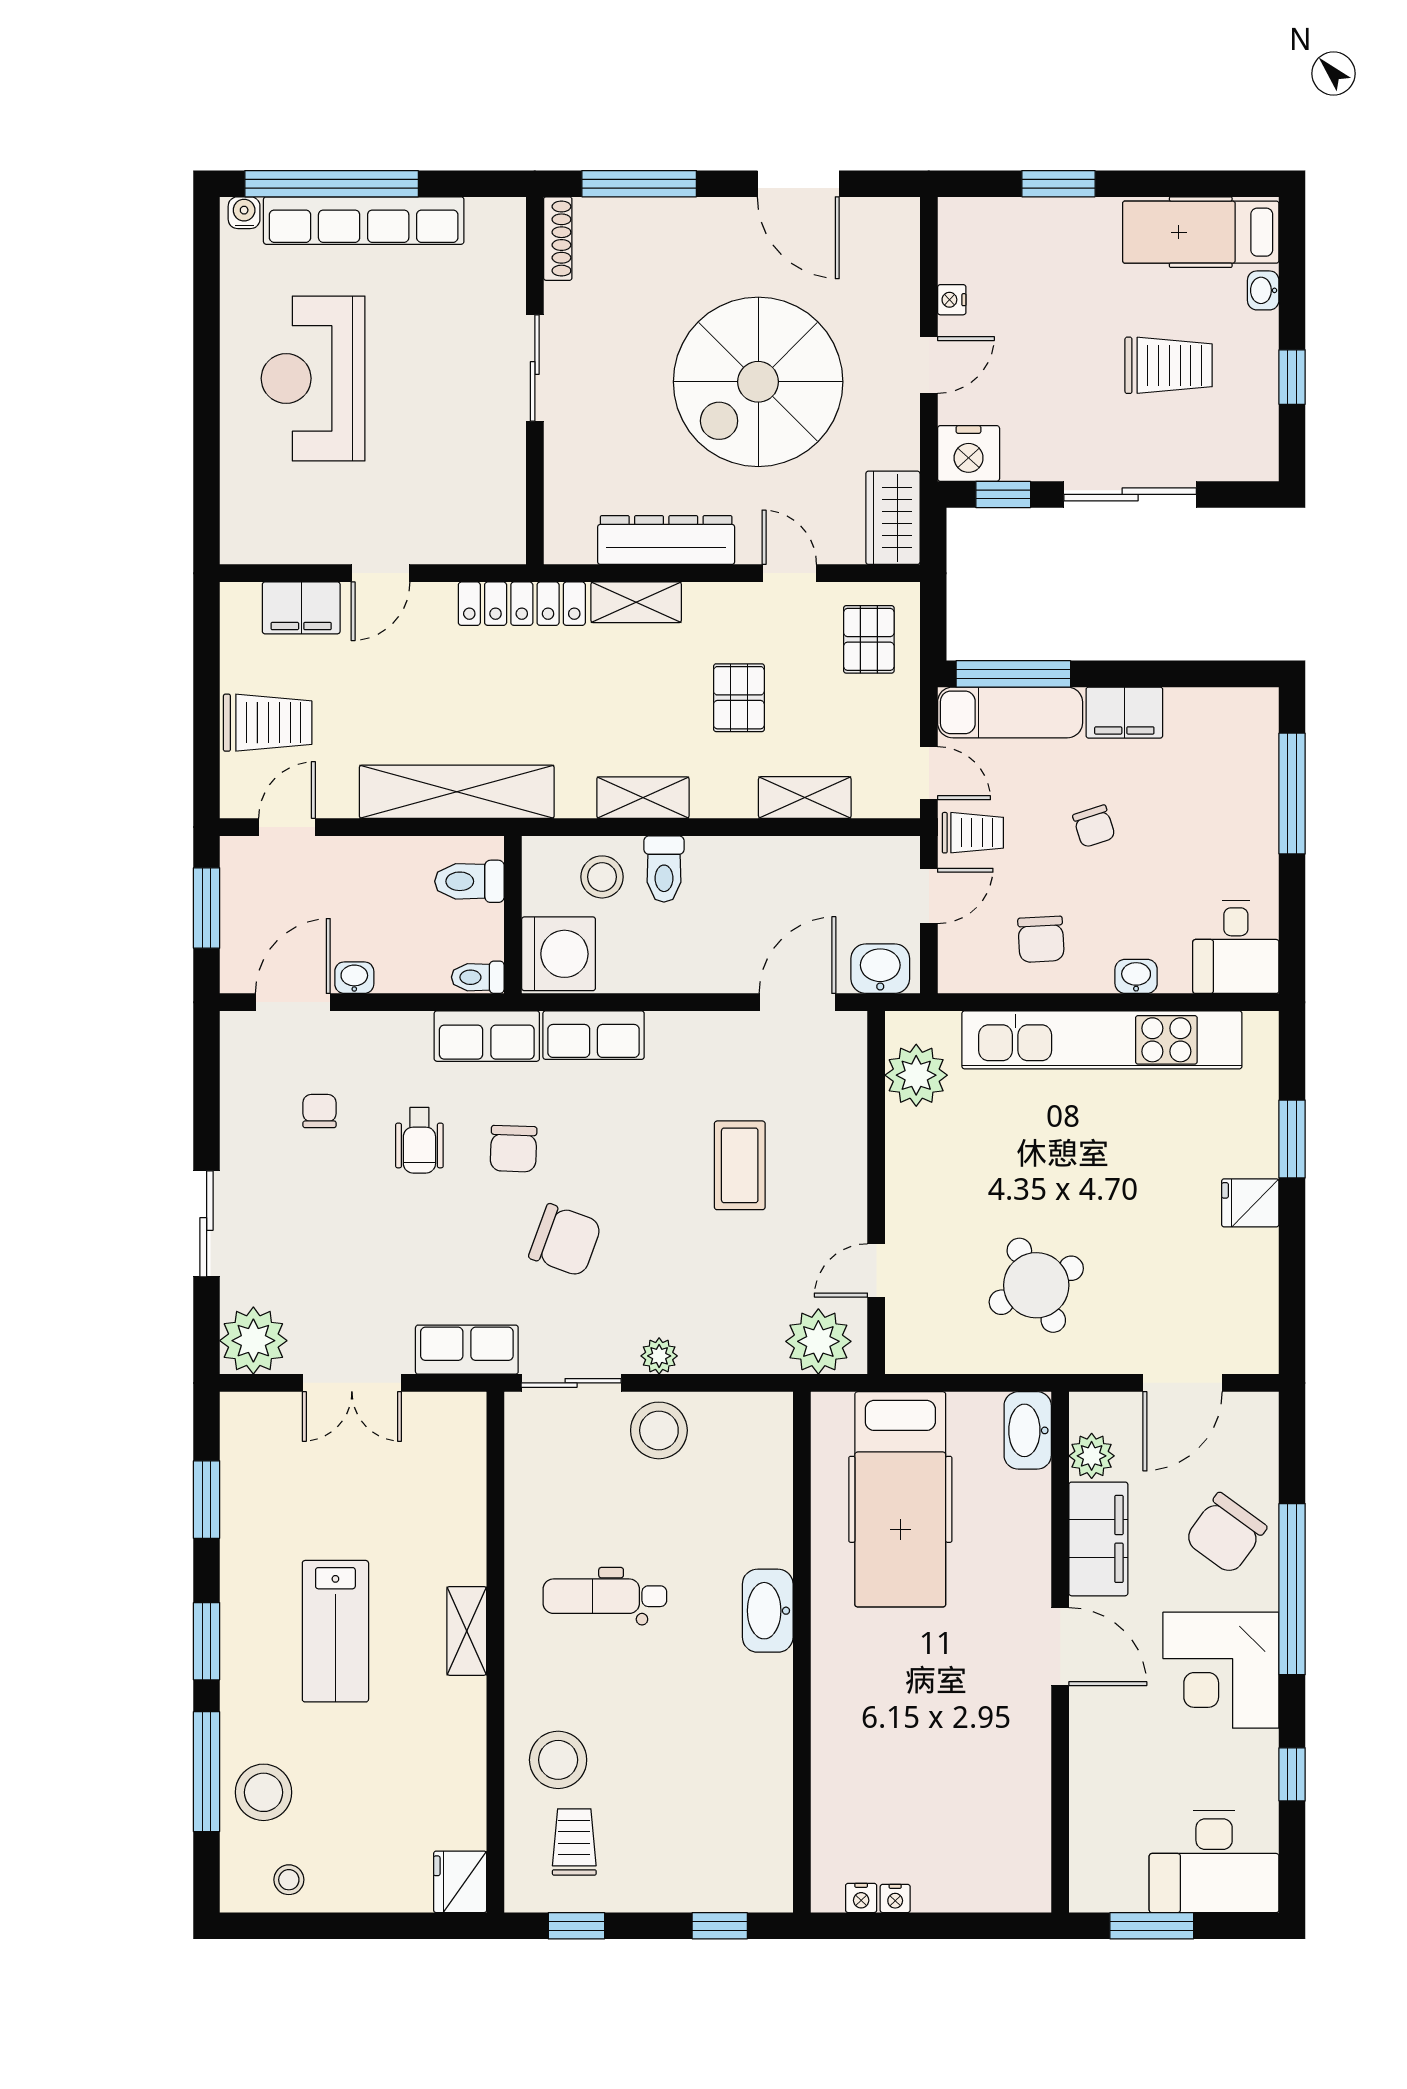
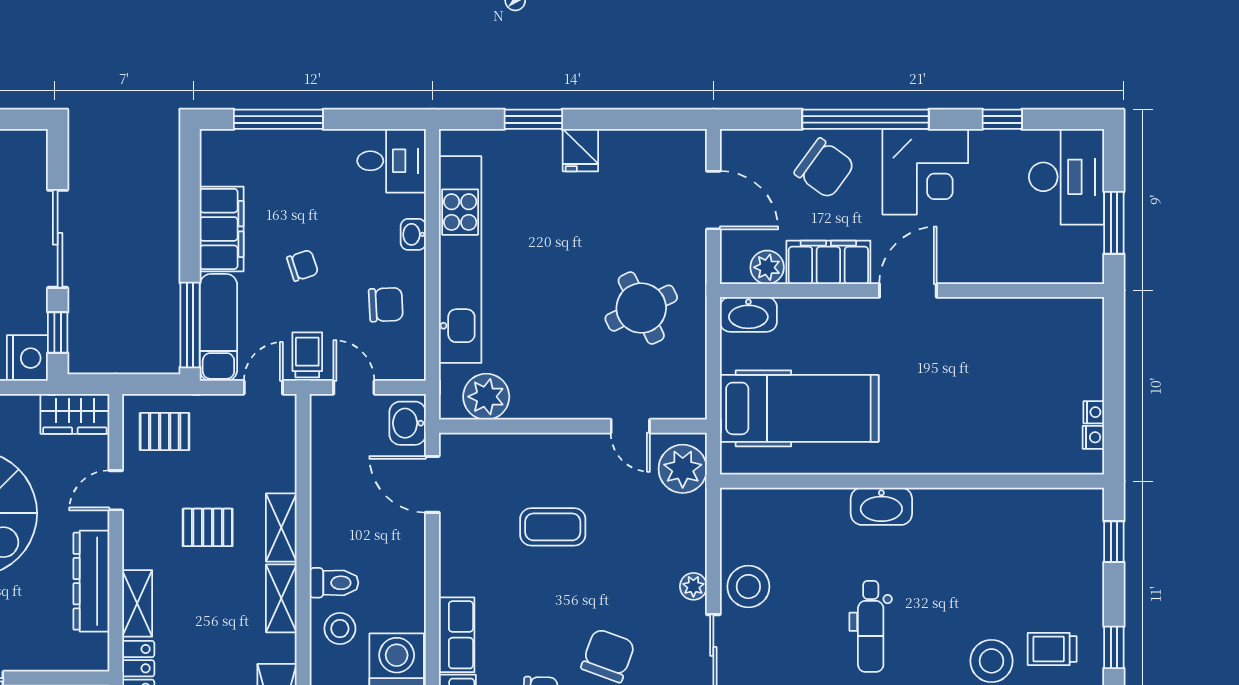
filing cabinet: (1124, 713) -> (222, 229), width x1.50, depth x1.17
shelving: (805, 798) -> (281, 528), moved

